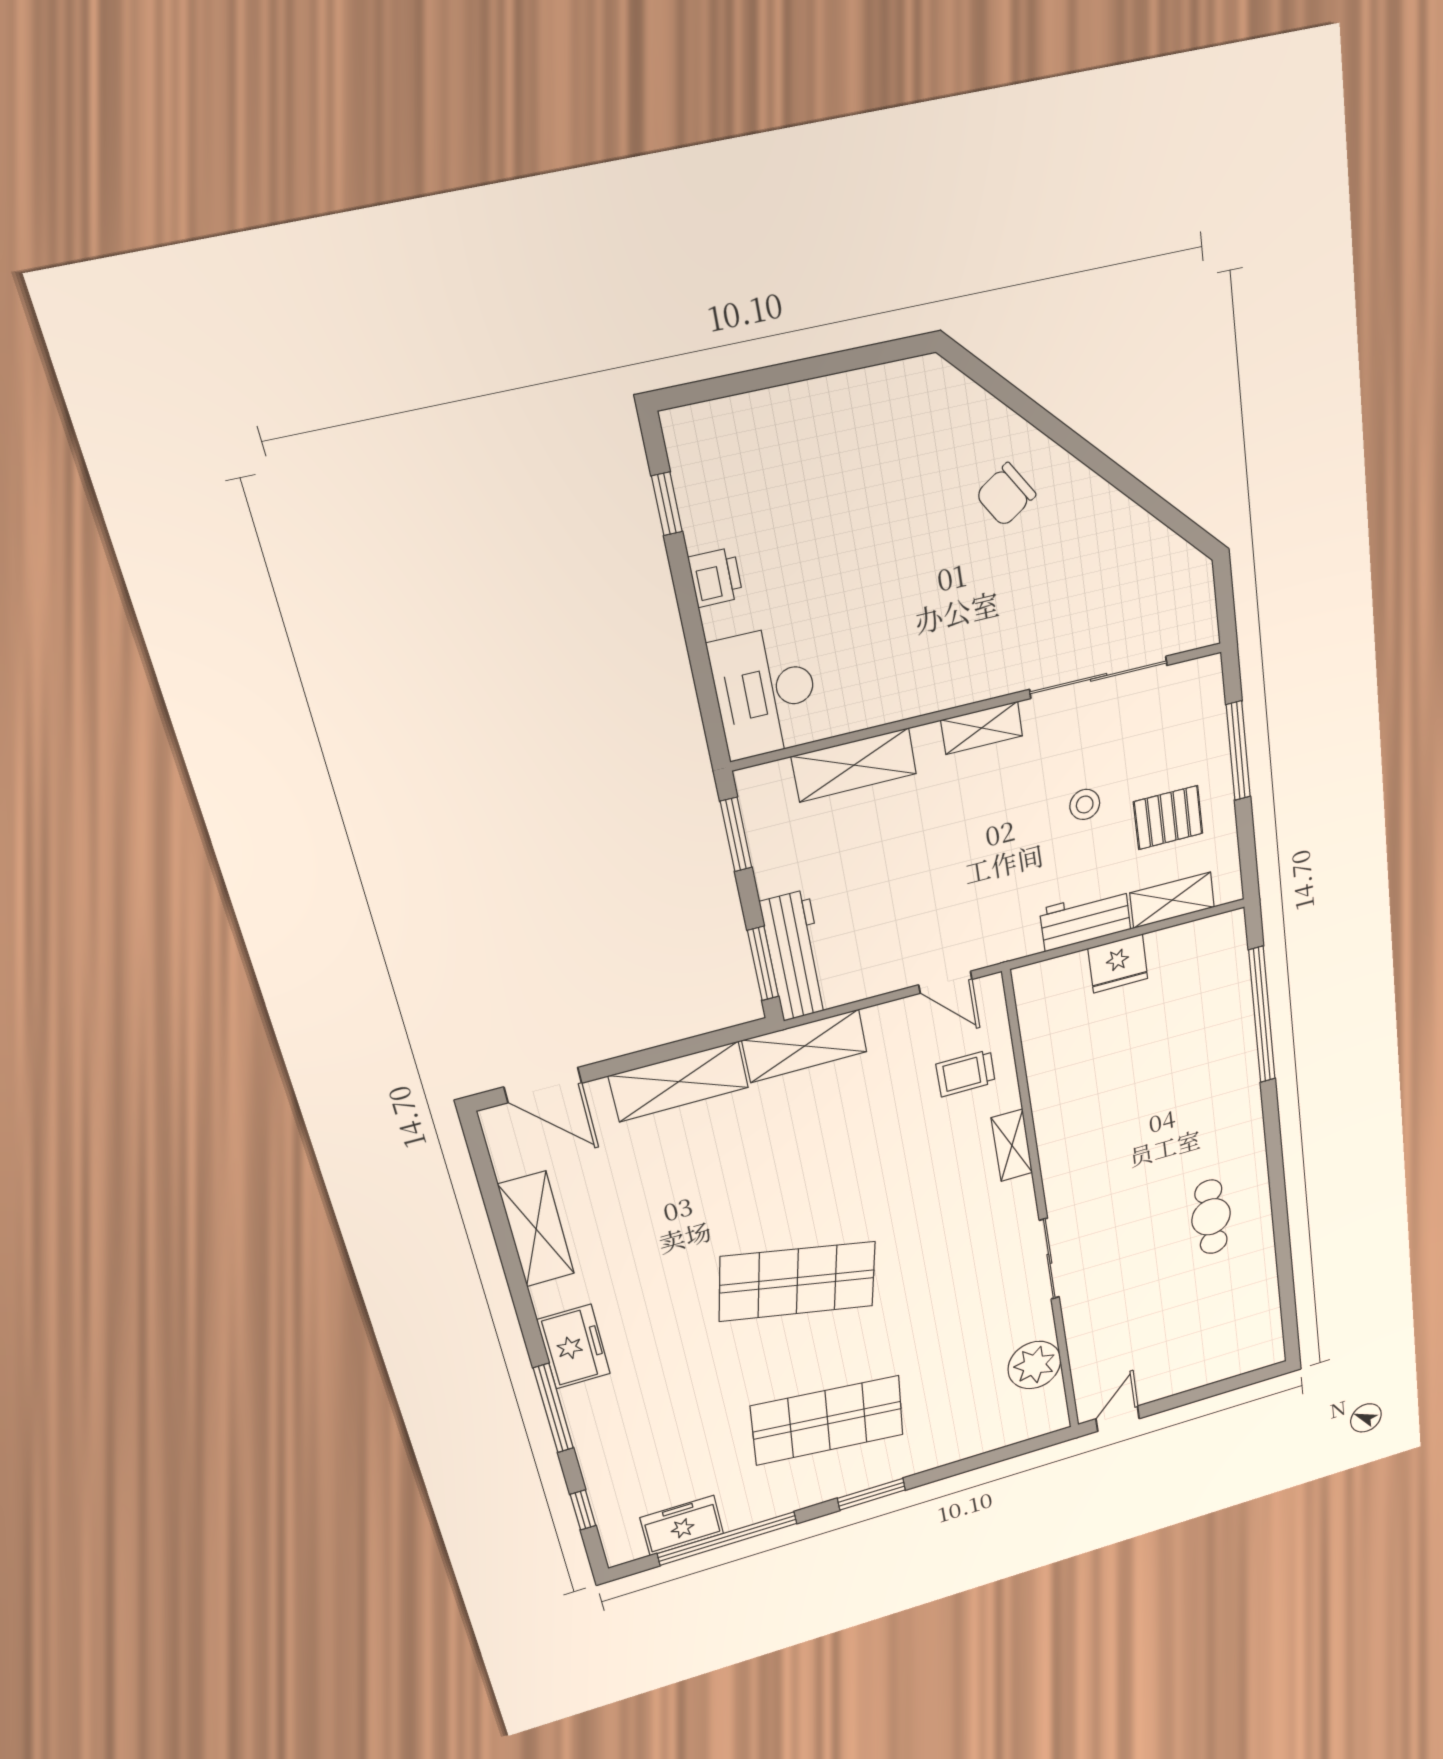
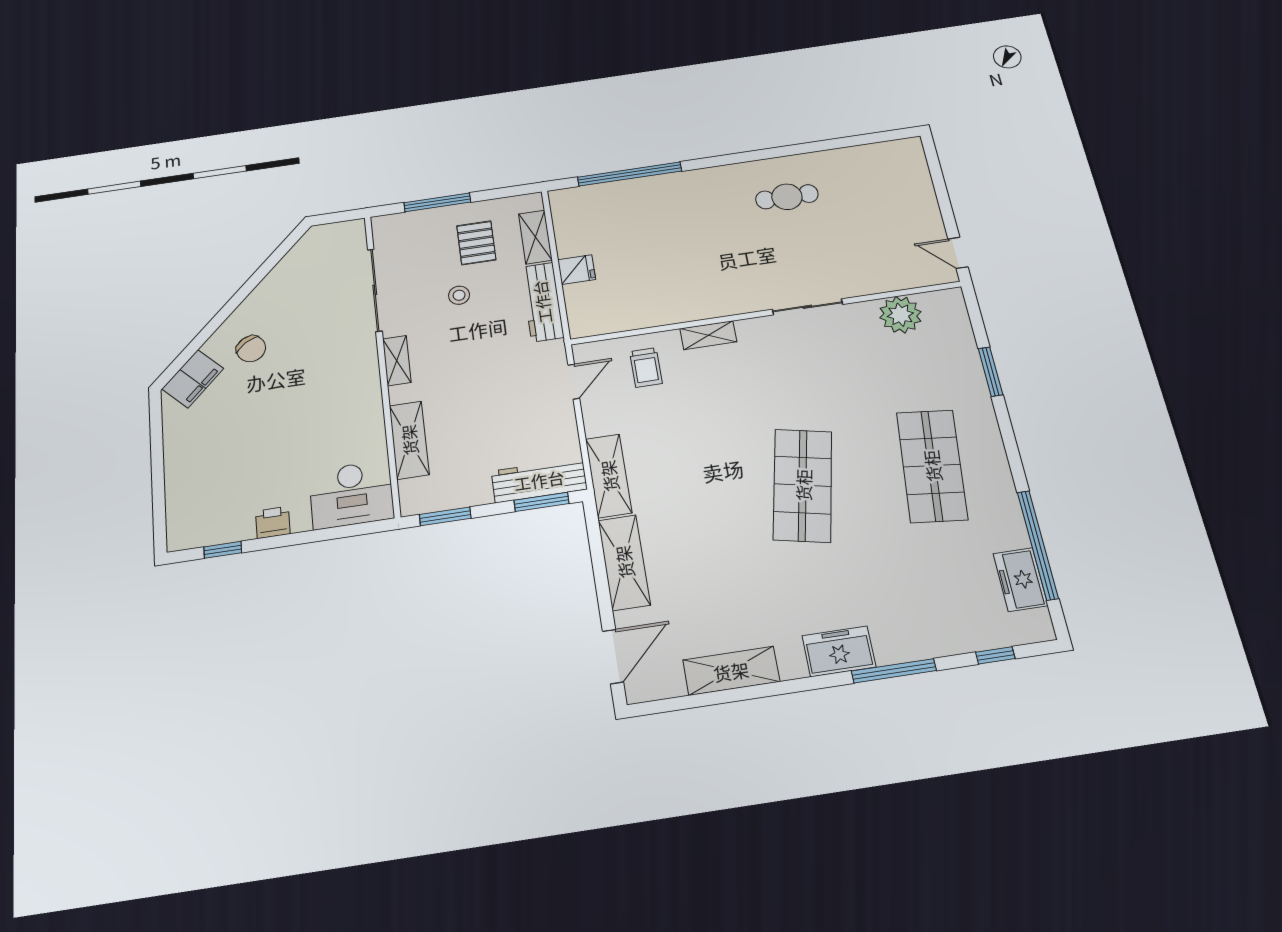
filing cabinet: (956, 405) -> (193, 379), added
workbench: (1085, 919) -> (542, 302), width x1.38
fridge: (1118, 963) -> (577, 269), width x0.72
window: (871, 1494) -> (990, 372), moved

